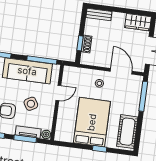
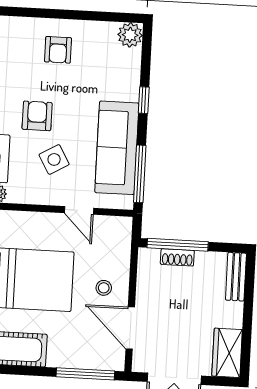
window: (80, 43) -> (178, 245), width x2.17
door: (121, 71) -> (130, 328), swing flipped

